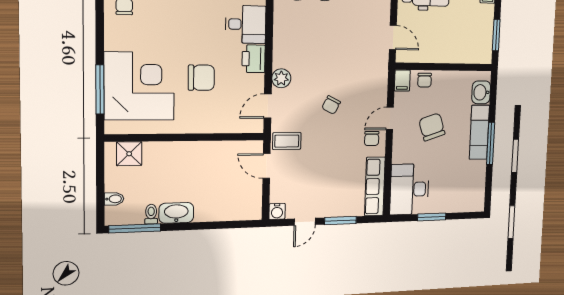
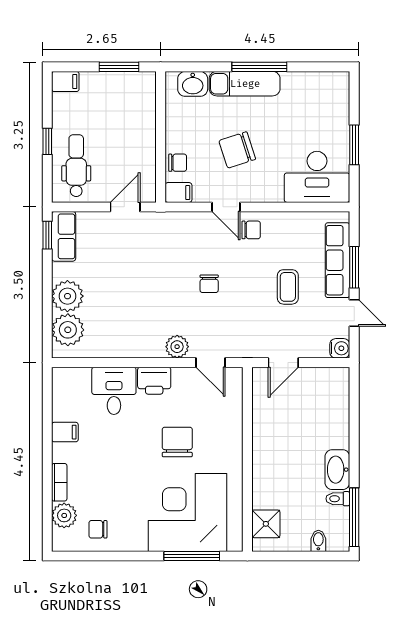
chair: (331, 105) -> (209, 284), turned 63
coffee table: (287, 141) -> (288, 287), moved
row of seats: (375, 186) -> (337, 260), moved, turned 90

